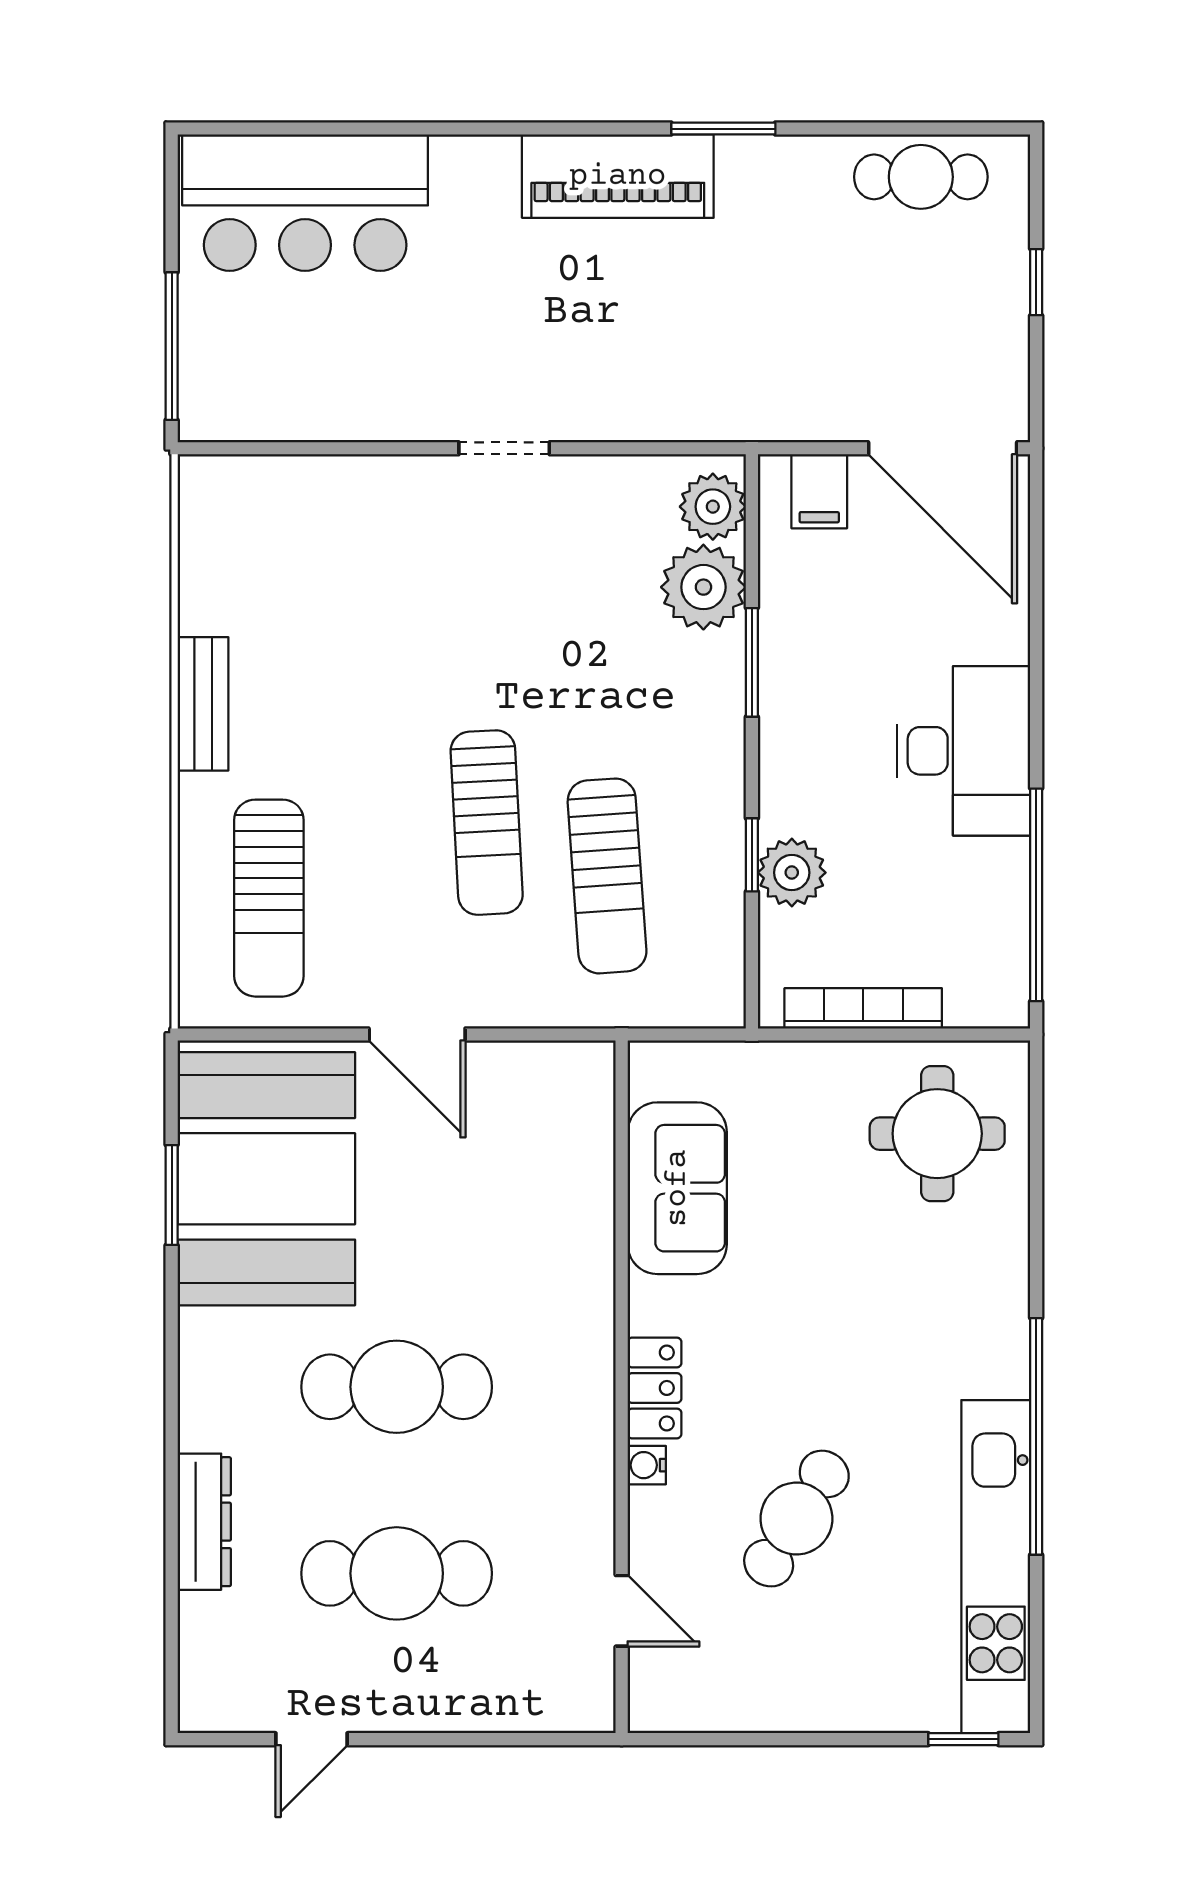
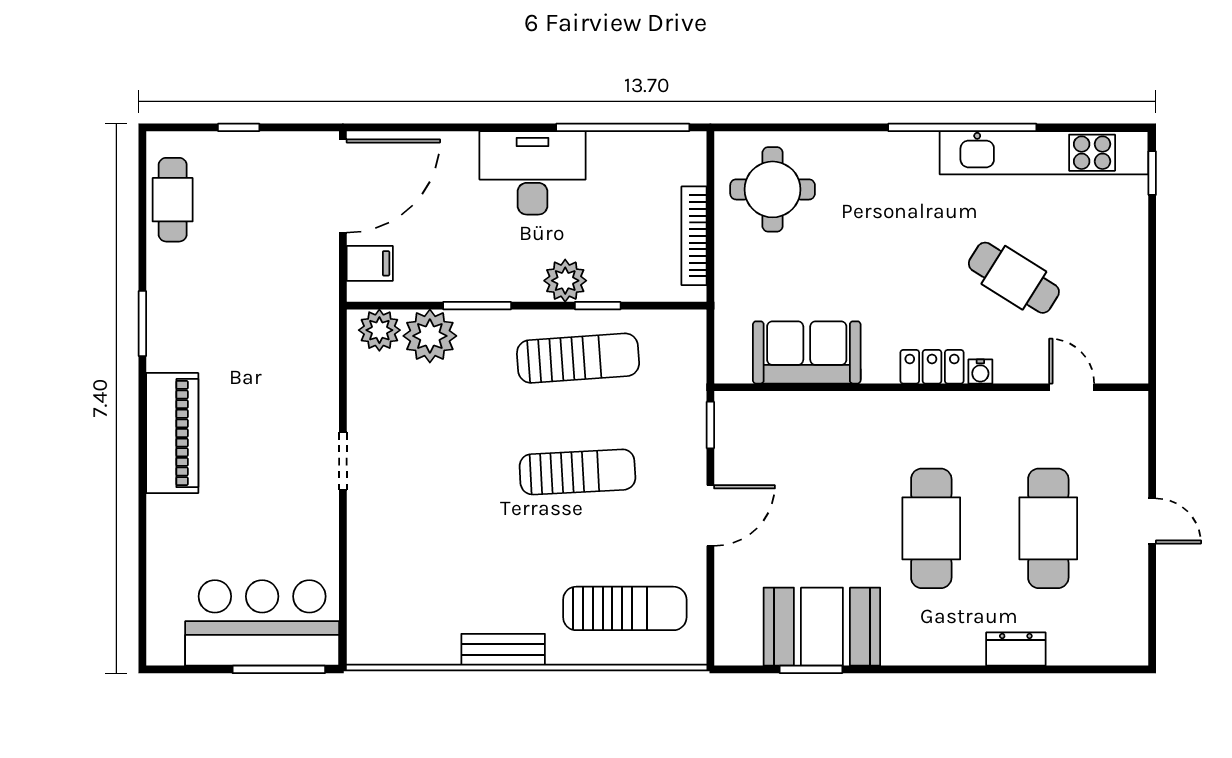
piano: (618, 176) -> (172, 433), moved
bar counter: (305, 203) -> (262, 623), moved, turned -90
plant: (792, 873) -> (565, 281), moved
sun lounger: (607, 876) -> (578, 358), moved
window: (562, 1034) -> (710, 425), added
booth: (266, 1179) -> (822, 627), width x0.73, depth x0.70
dresser: (204, 1522) -> (1016, 649), width x0.70
door: (622, 1611) -> (1072, 387), hinge flipped
door: (312, 1739) -> (1152, 521), moved

